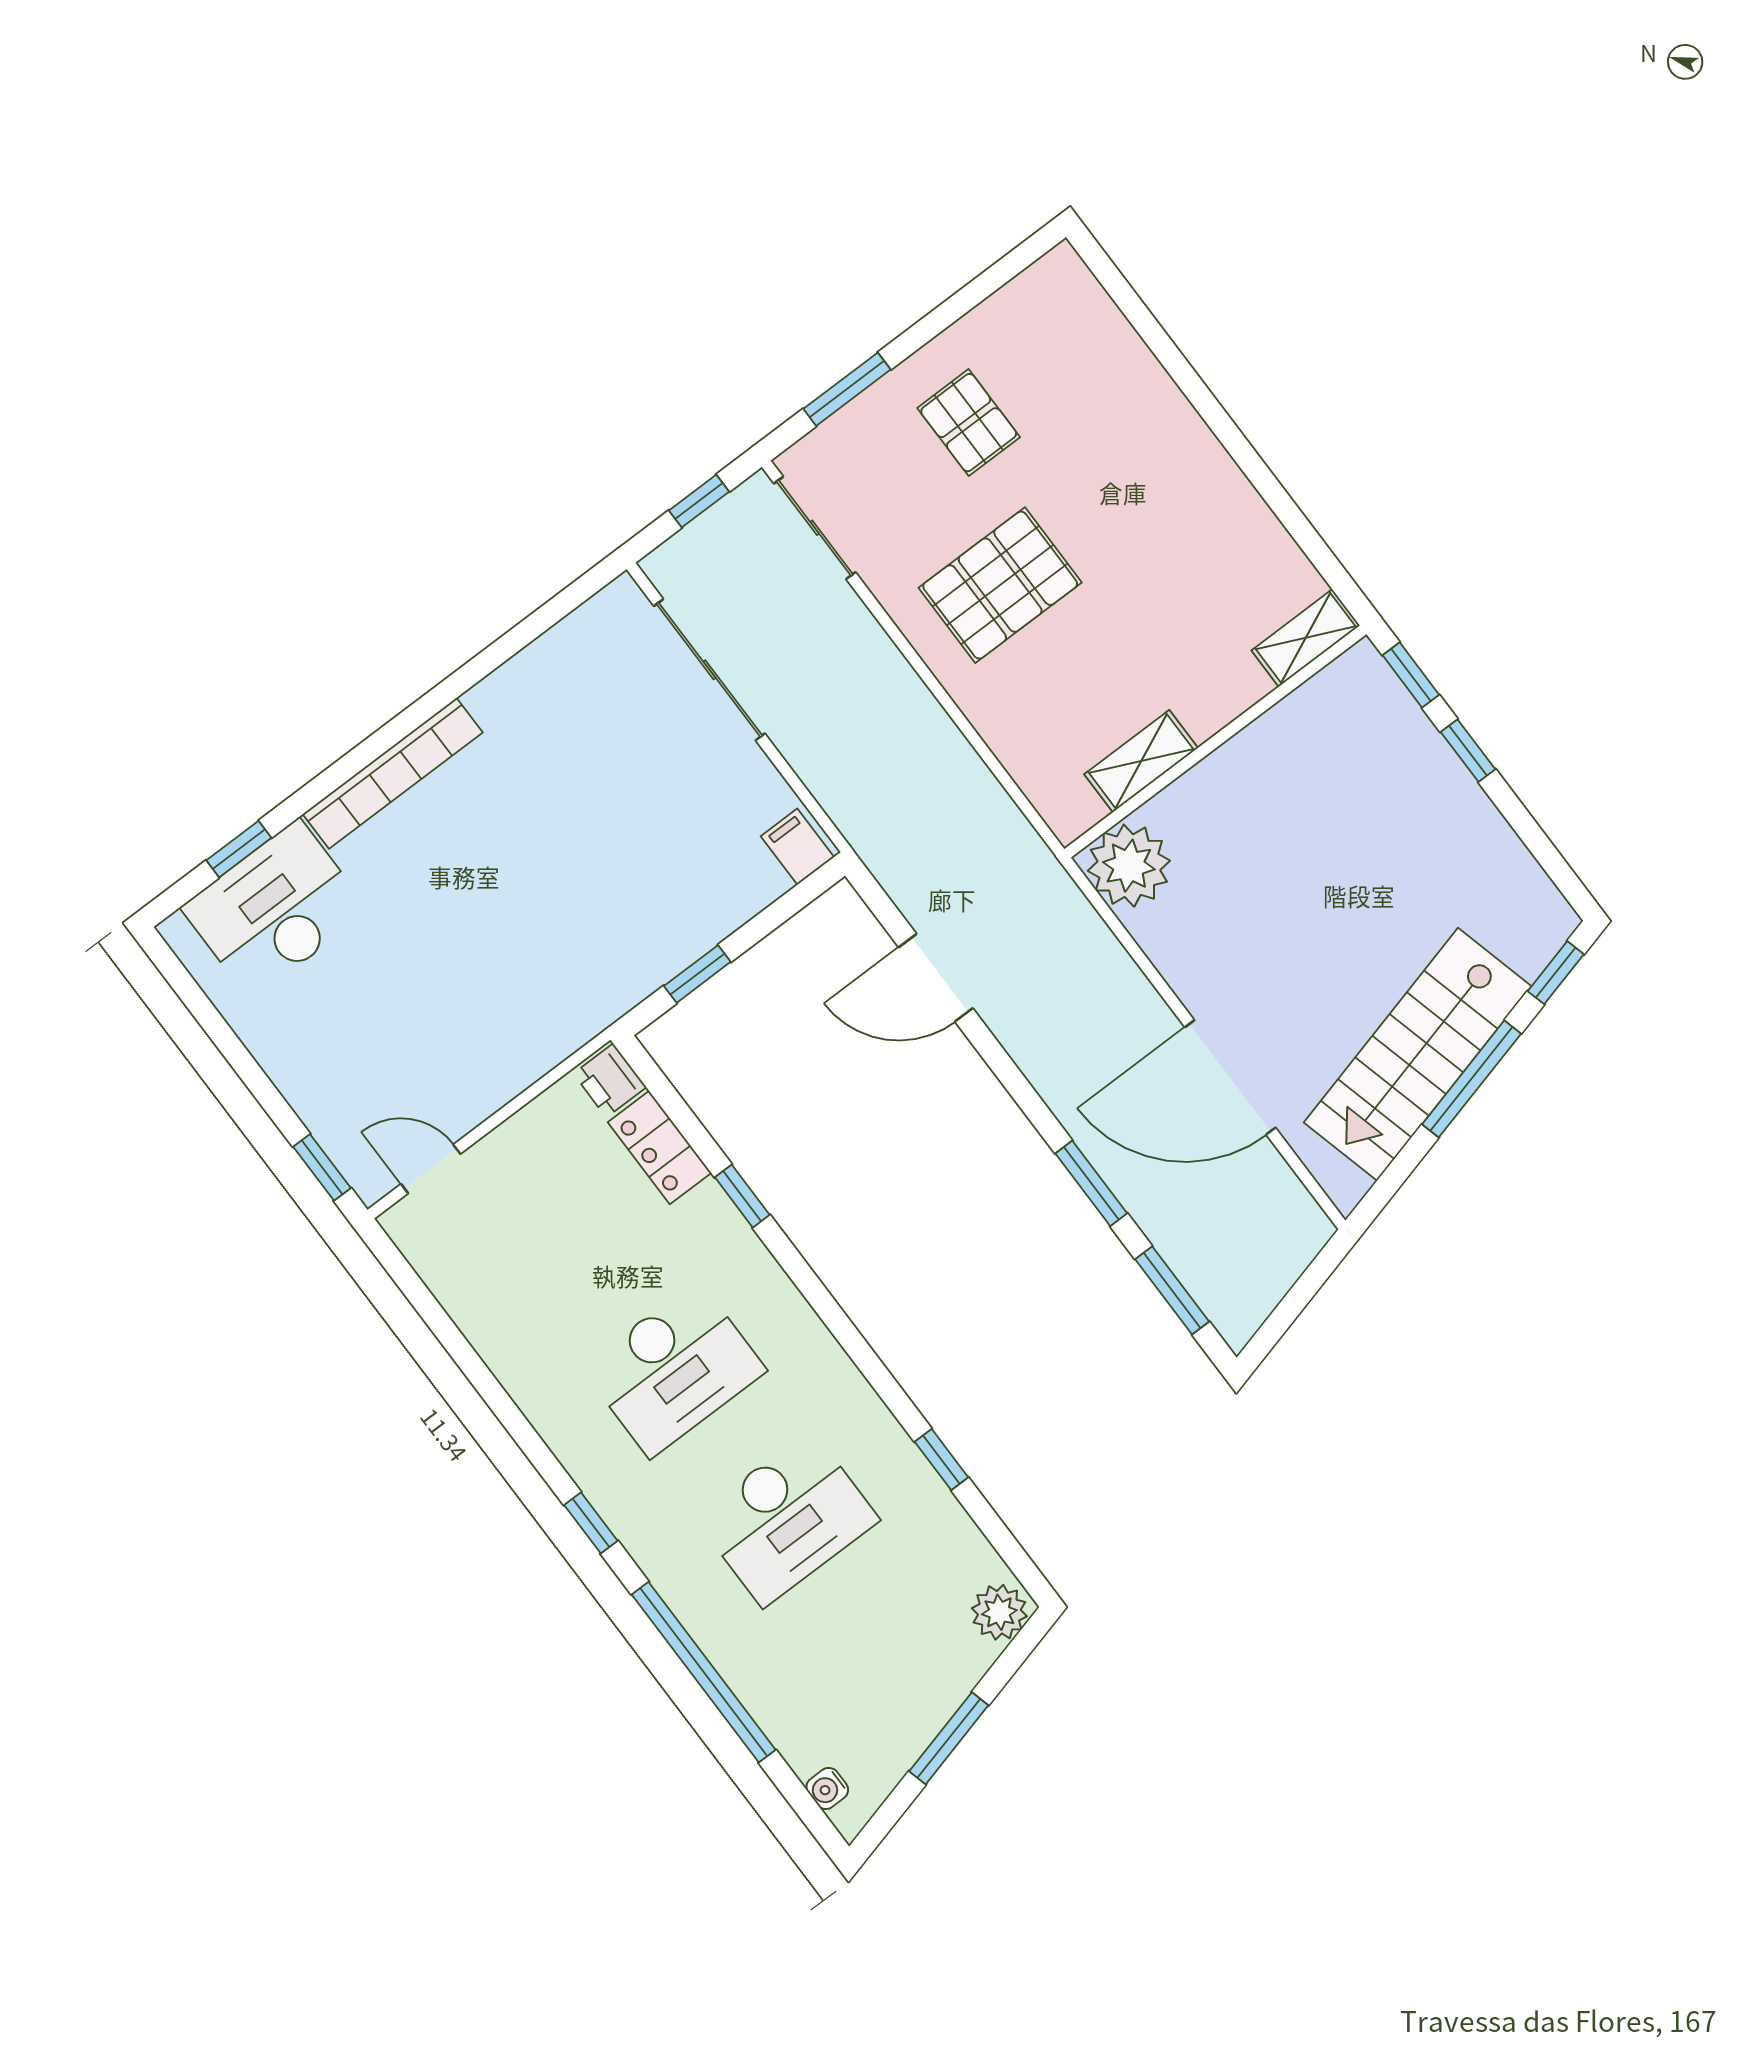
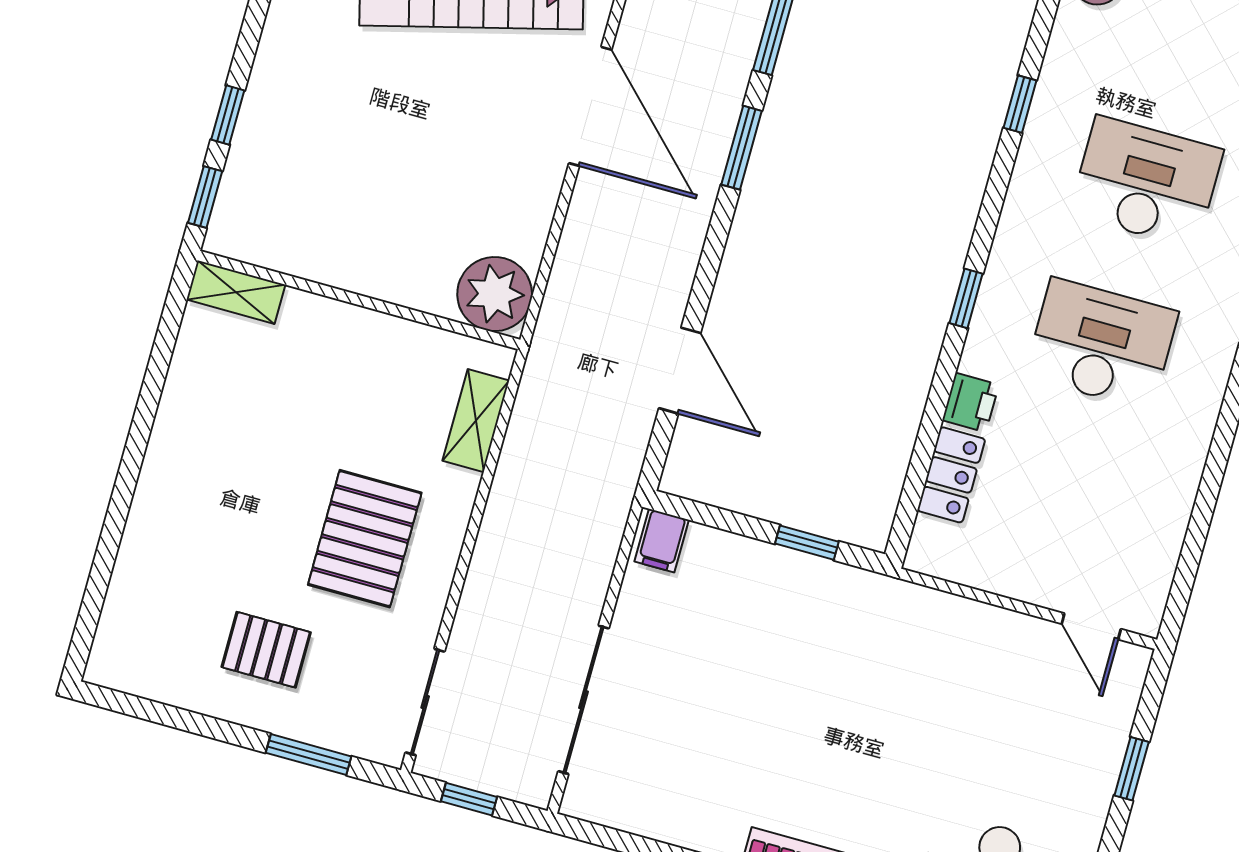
pallet: (969, 423) -> (266, 650), turned 90
pallet: (1000, 585) -> (365, 539), turned 90
shelving: (1141, 761) -> (476, 421), moved, turned 90
printer: (610, 1080) -> (971, 402), moved
window: (322, 1167) -> (1132, 769), moved
window: (742, 1196) -> (966, 298), moved

